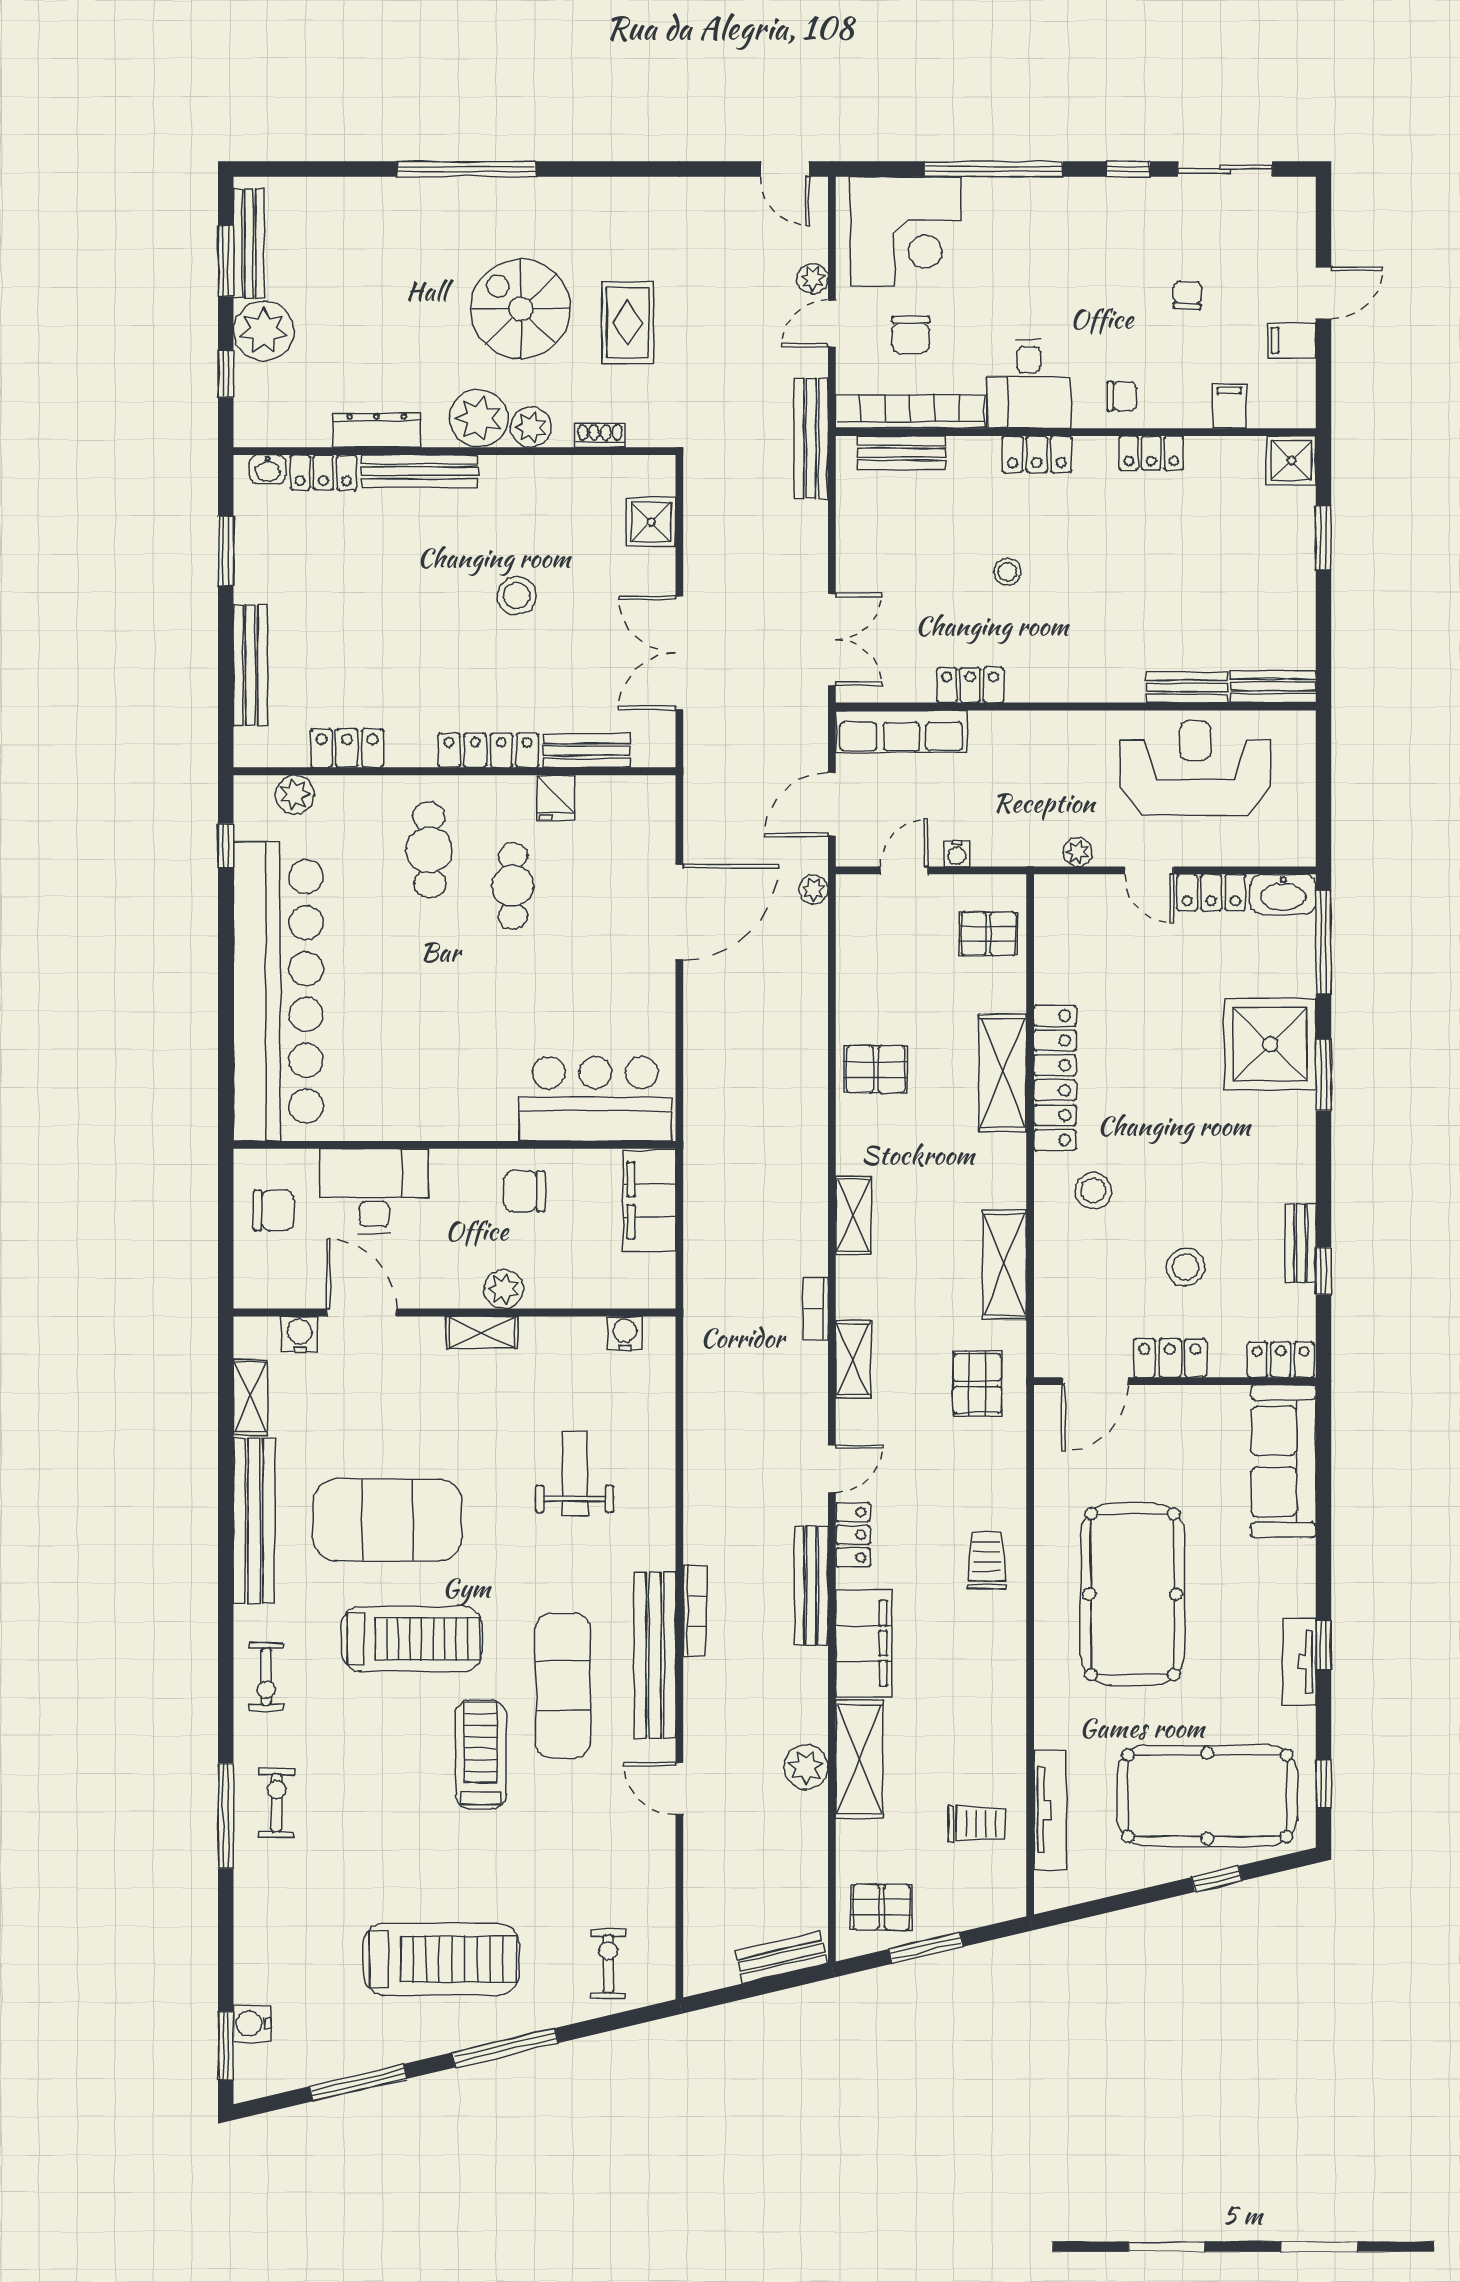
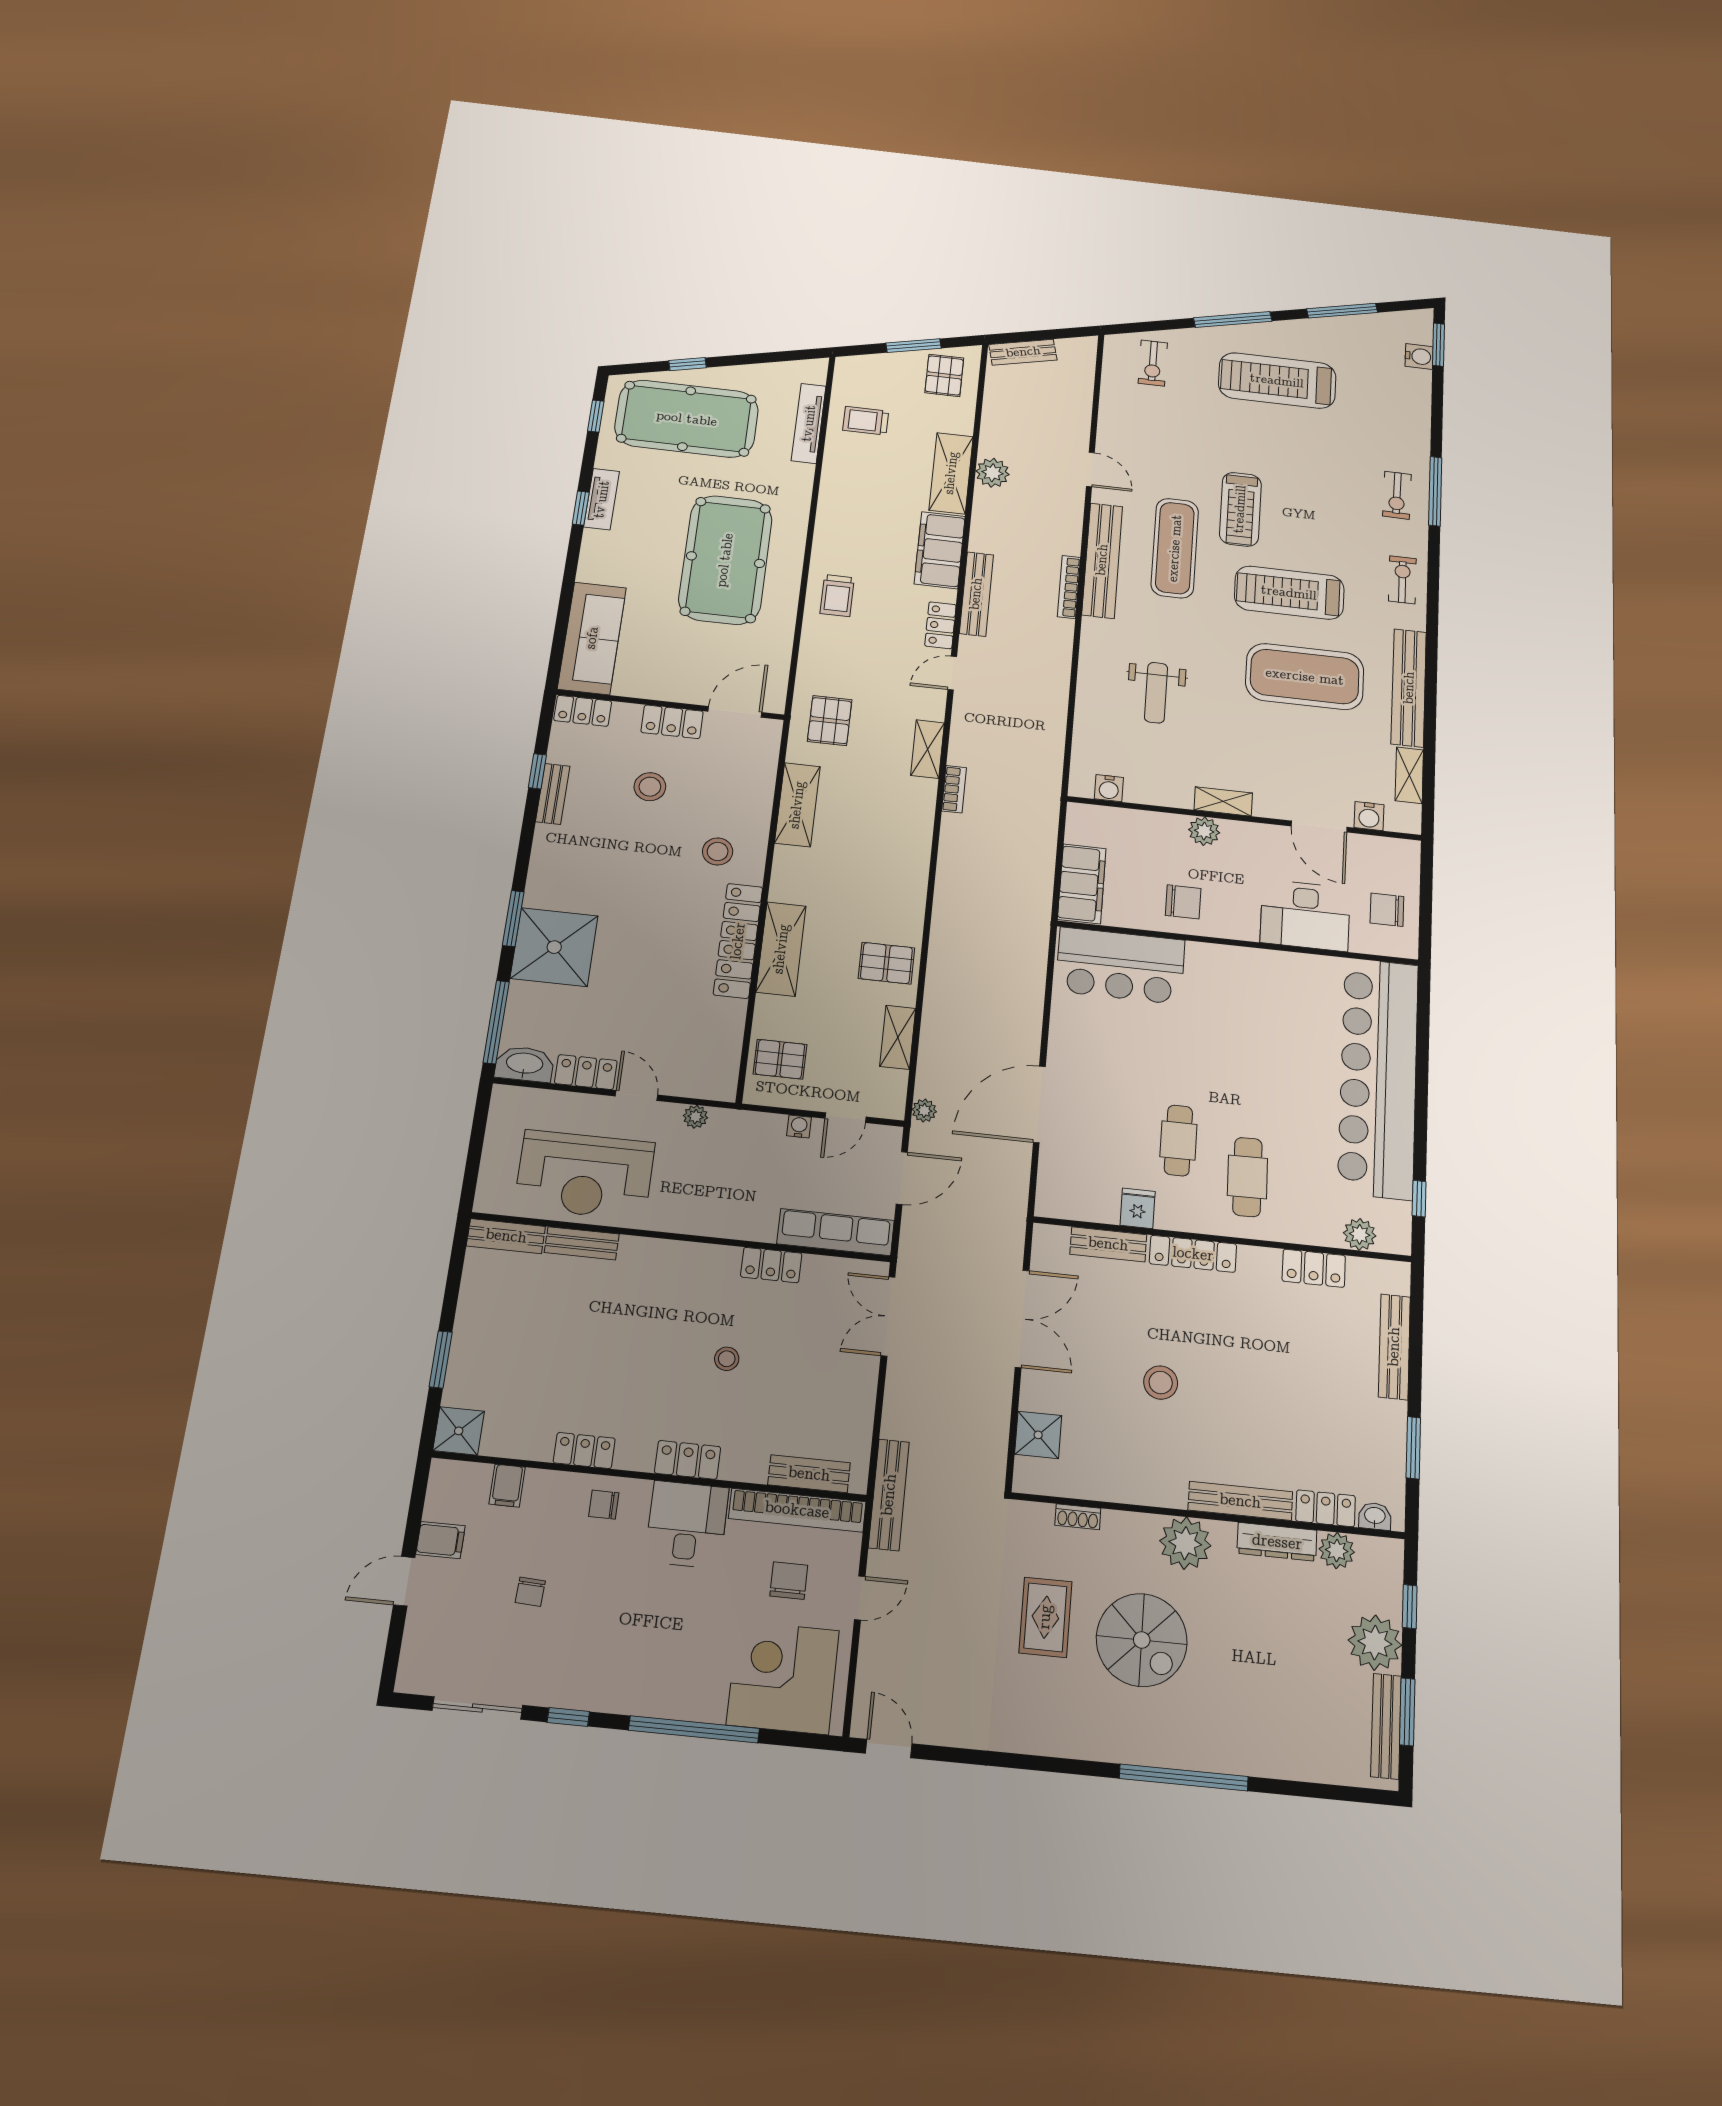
plant: (813, 279) -> (873, 1642), removed
plant: (531, 427) -> (1337, 1551), moved
shelving: (853, 1215) -> (898, 1037), moved
pallet: (881, 1907) -> (944, 375), turned 90

